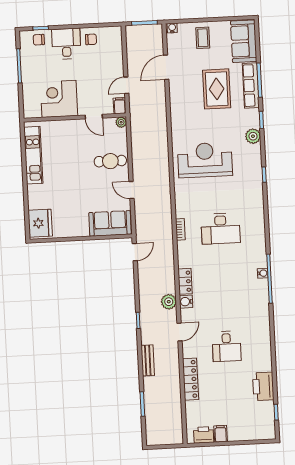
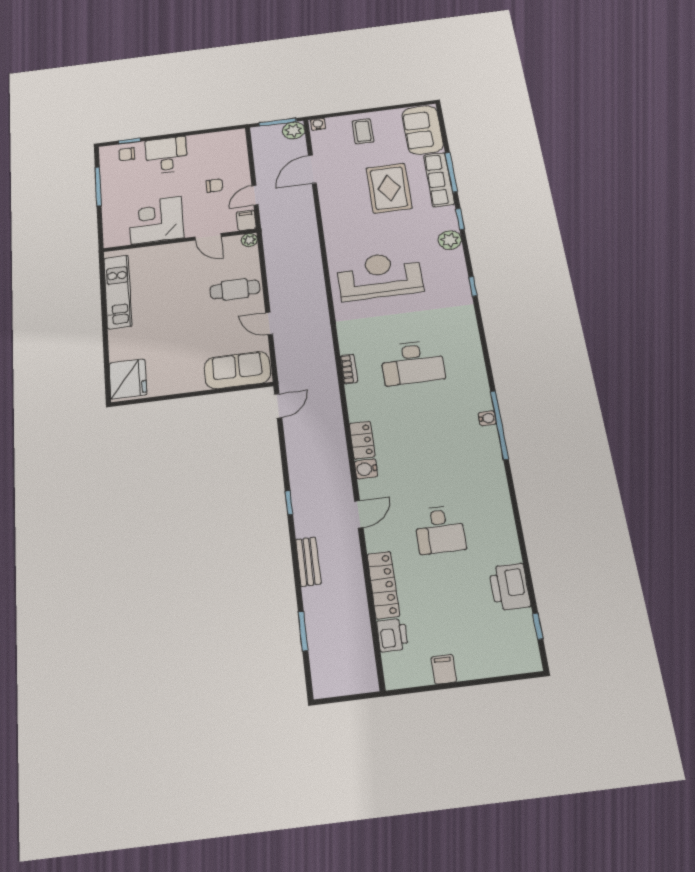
chair: (91, 39) -> (214, 186), moved
plant: (169, 302) -> (294, 131), moved
printer: (204, 435) -> (392, 635), moved, turned 90

